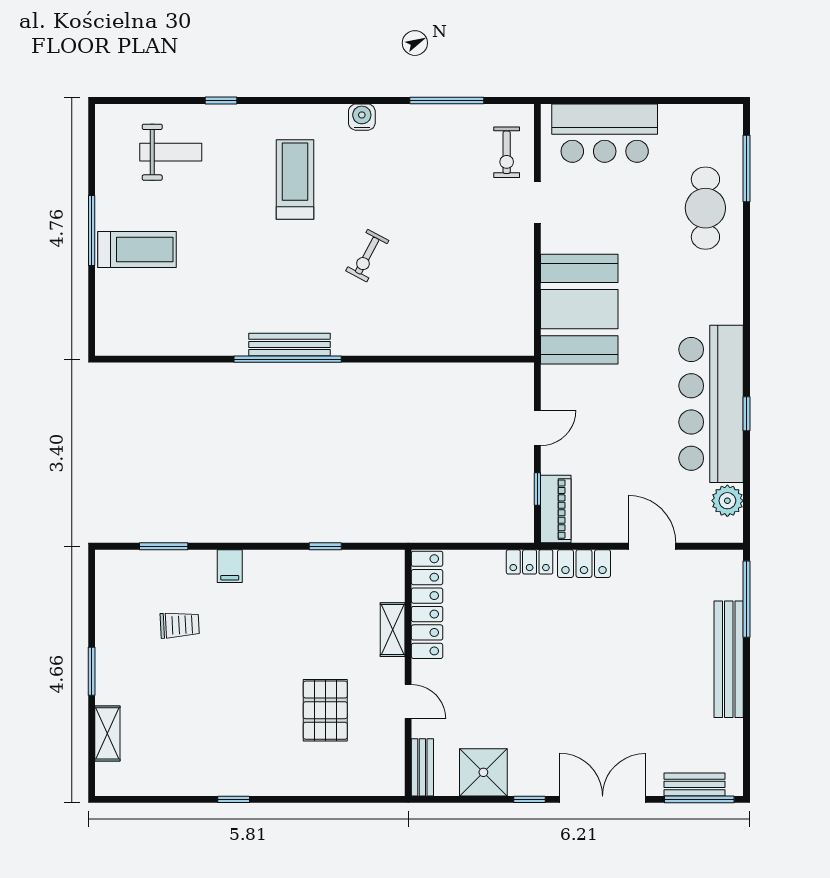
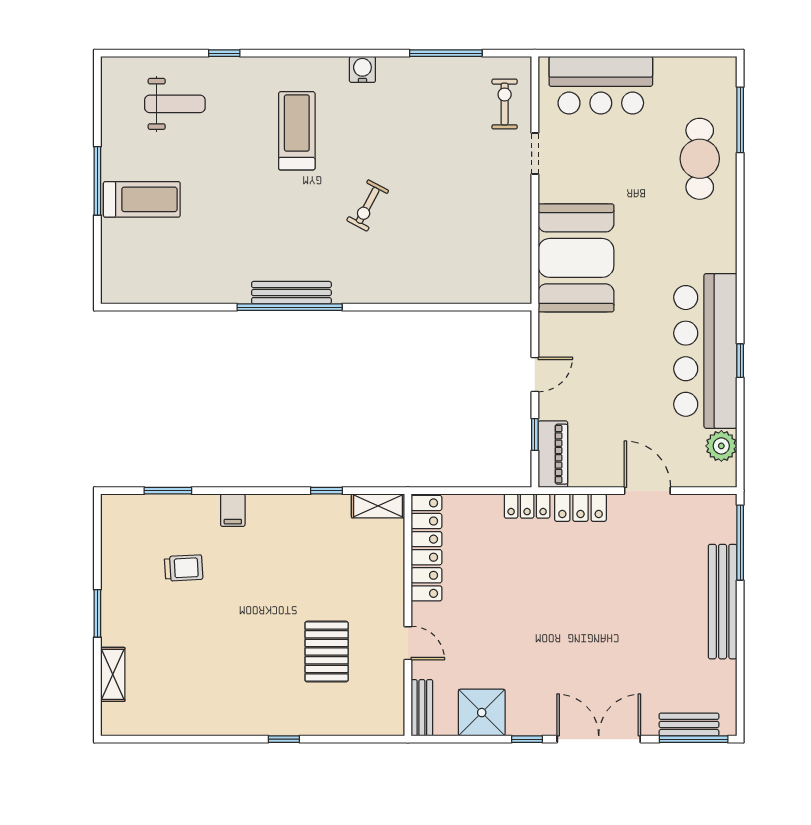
exercise bike: (507, 152) -> (505, 104), turned 180
shelving: (393, 630) -> (378, 506), moved, turned 90
window: (234, 799) -> (284, 739), moved

